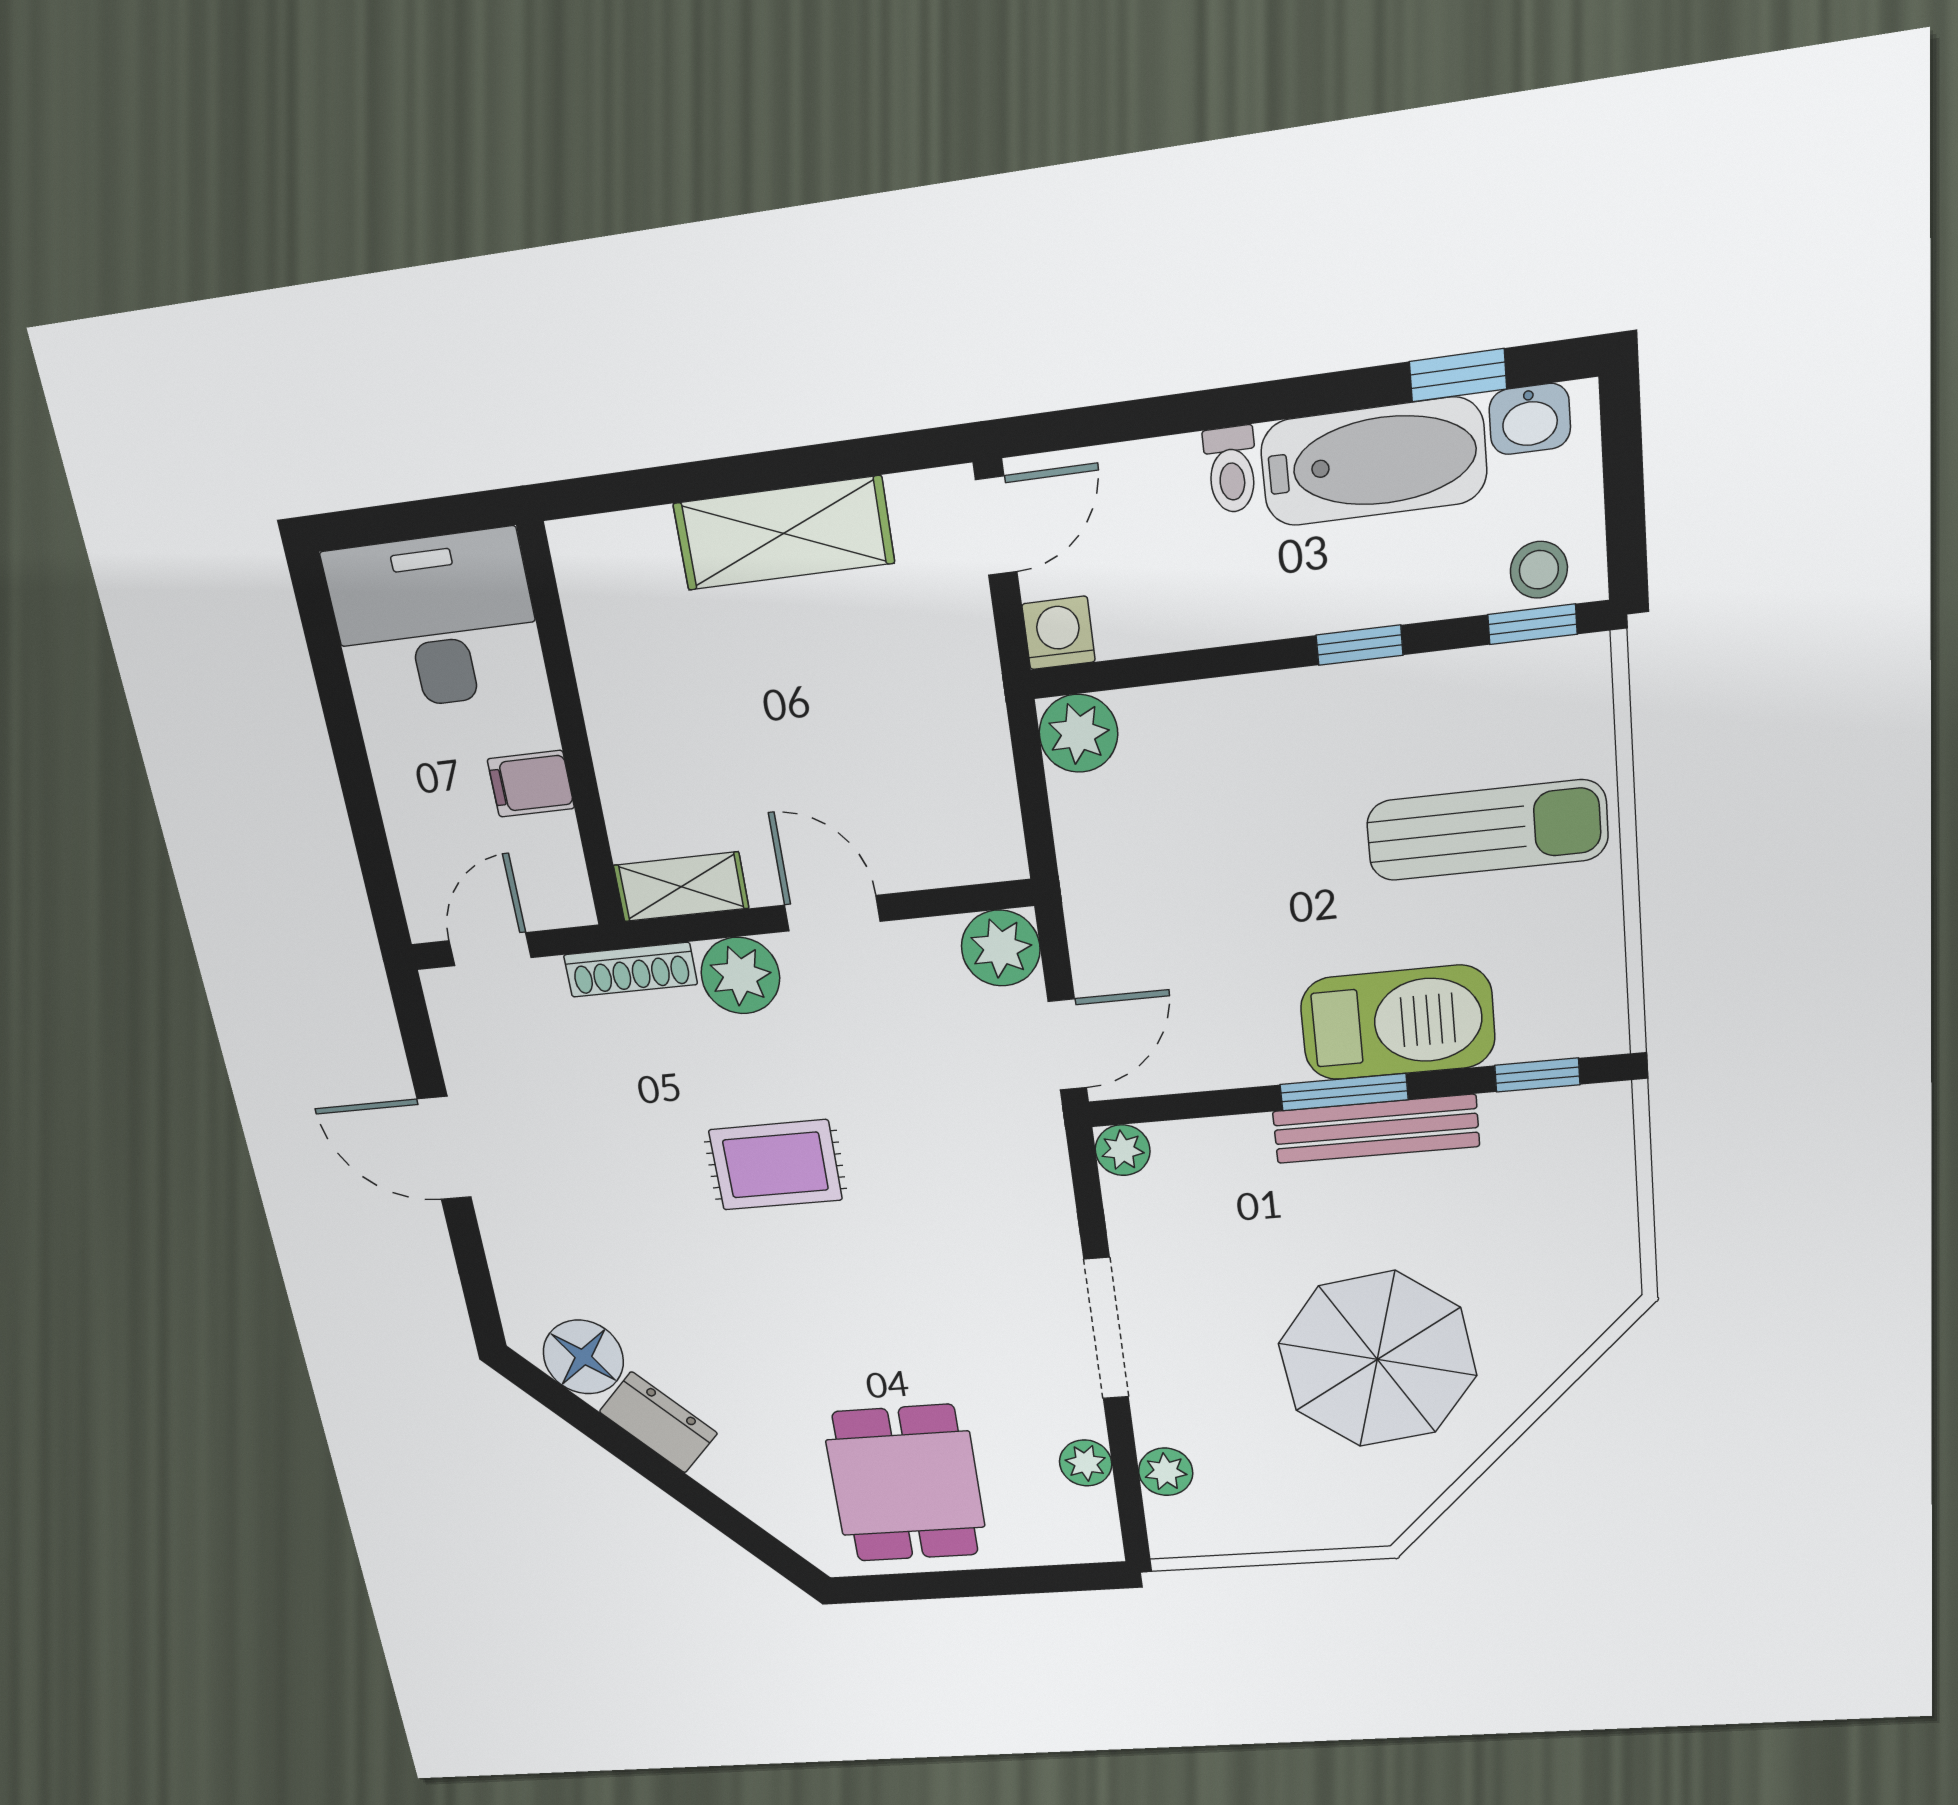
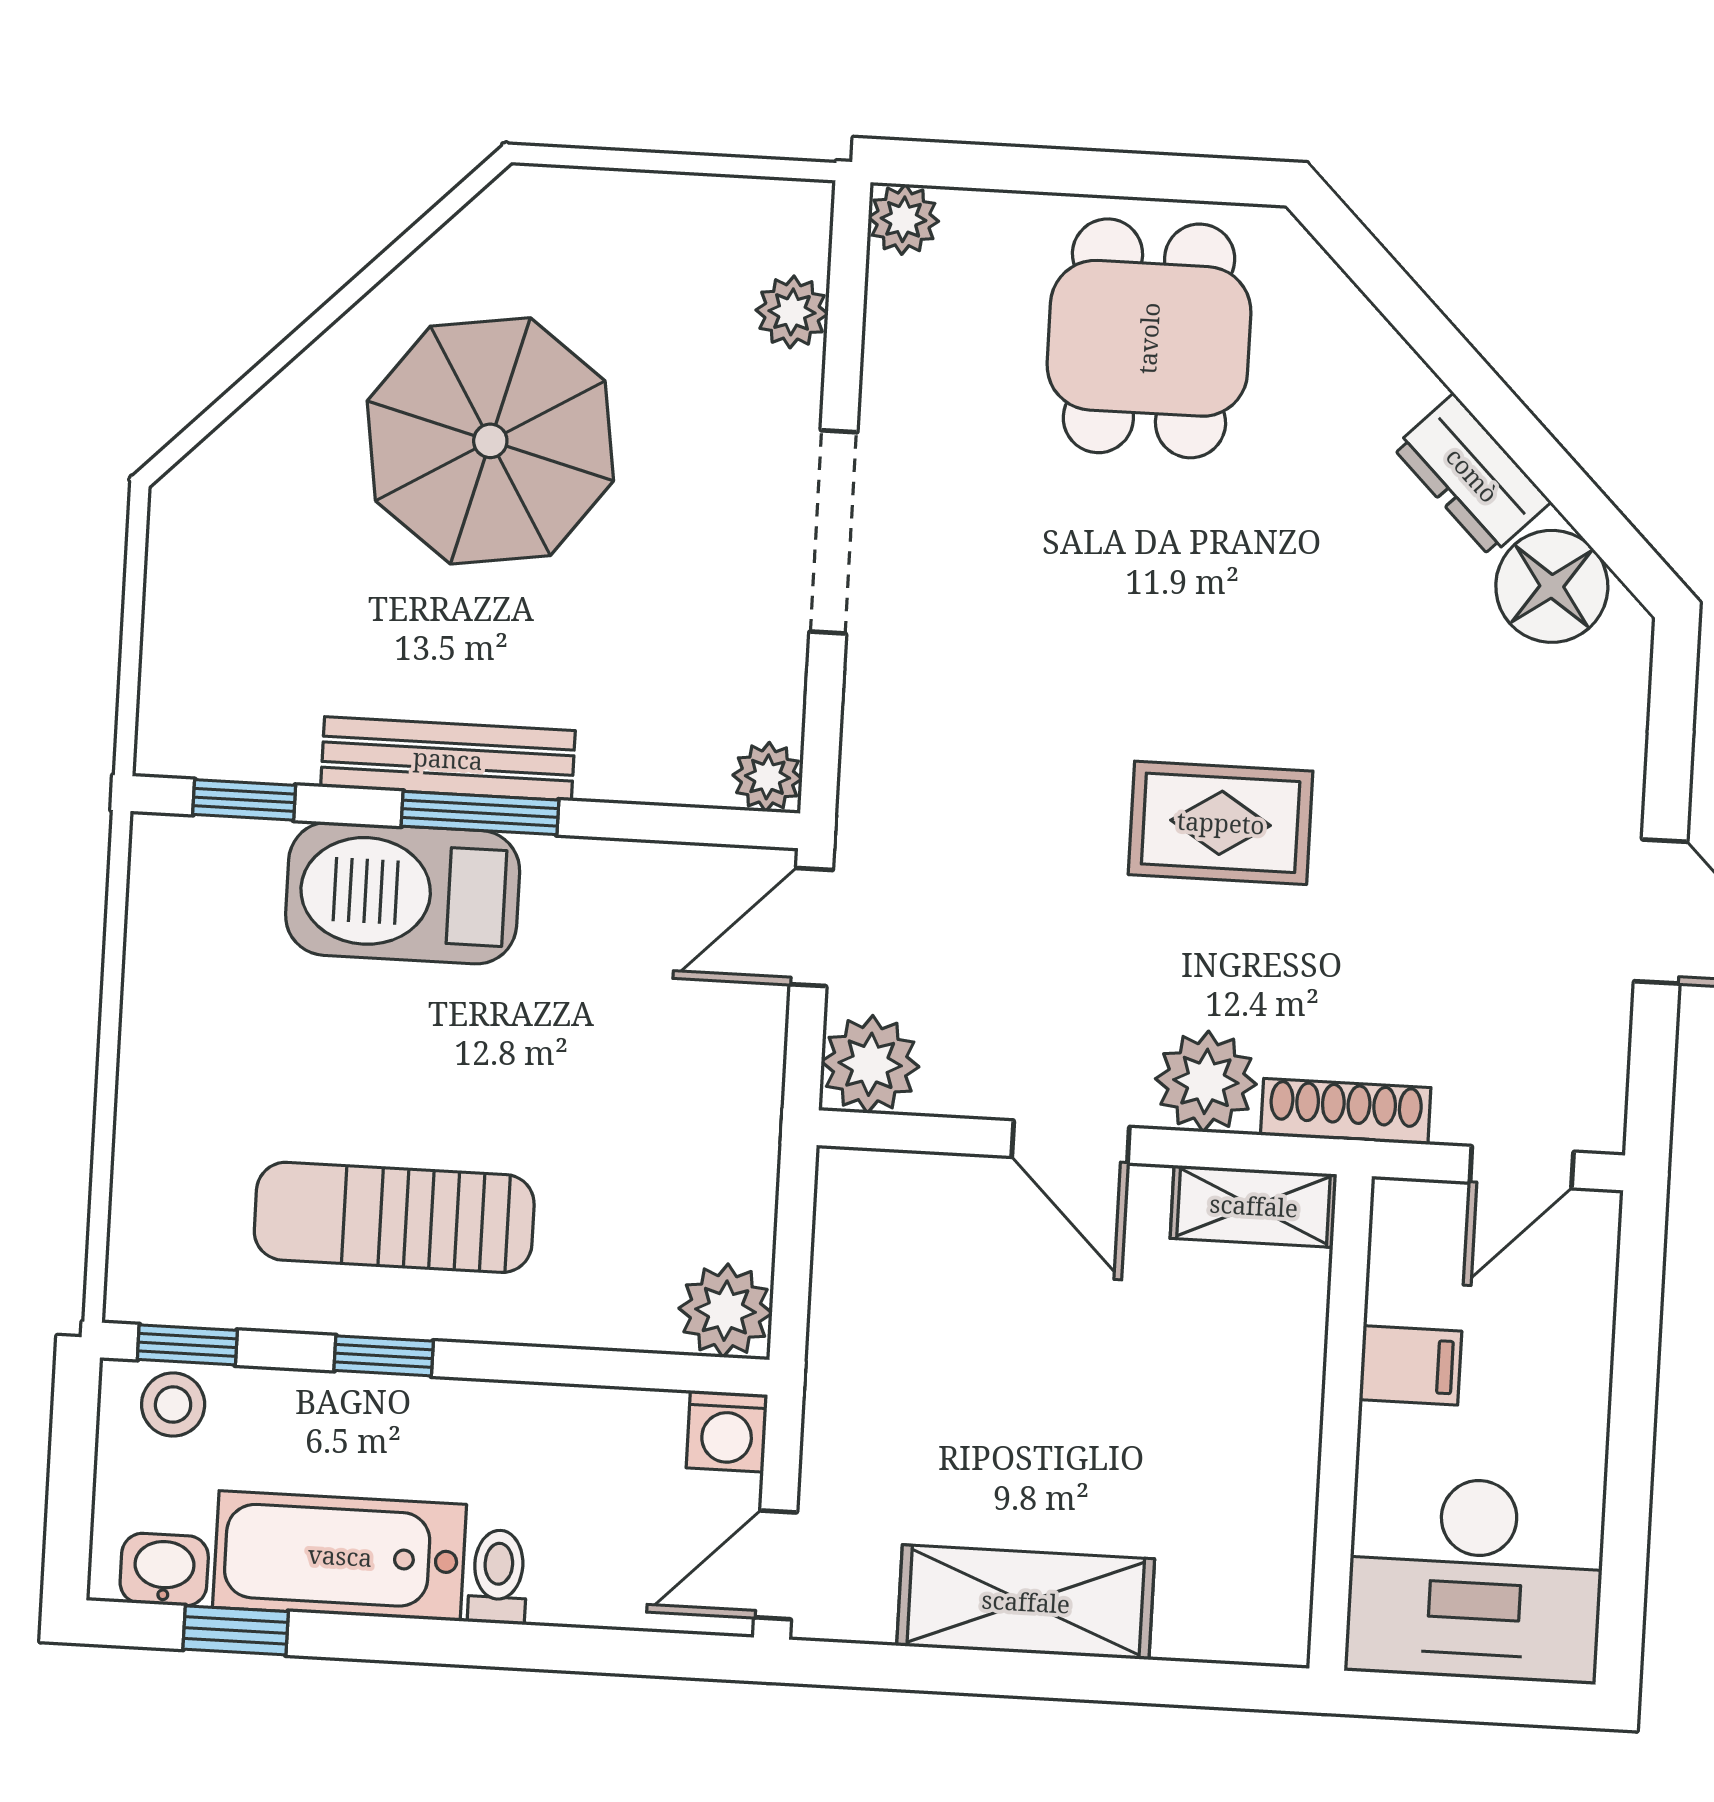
sun lounger: (1487, 830) -> (394, 1217), moved
plant: (1086, 1463) -> (904, 219), moved

